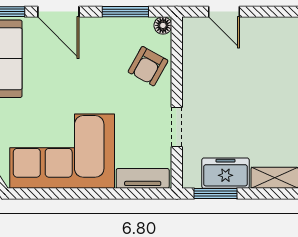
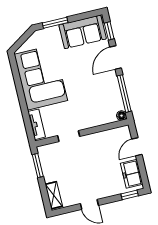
window: (125, 12) -> (124, 94), width x1.44
armchair: (148, 66) -> (98, 113), removed
freezer: (225, 173) -> (132, 174), moved, turned 180

